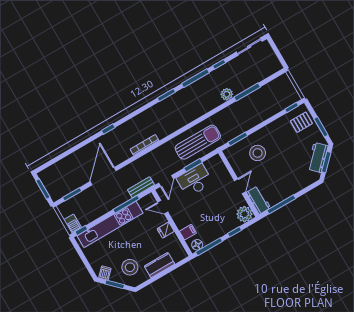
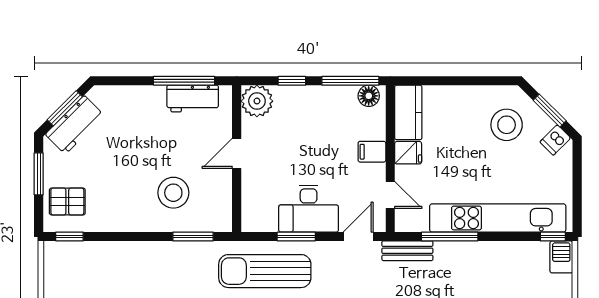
workbench: (258, 200) -> (193, 99), moved, turned -90
filing cabinet: (188, 232) -> (372, 152), moved
kitchen counter: (160, 265) -> (408, 112), moved, turned -90

